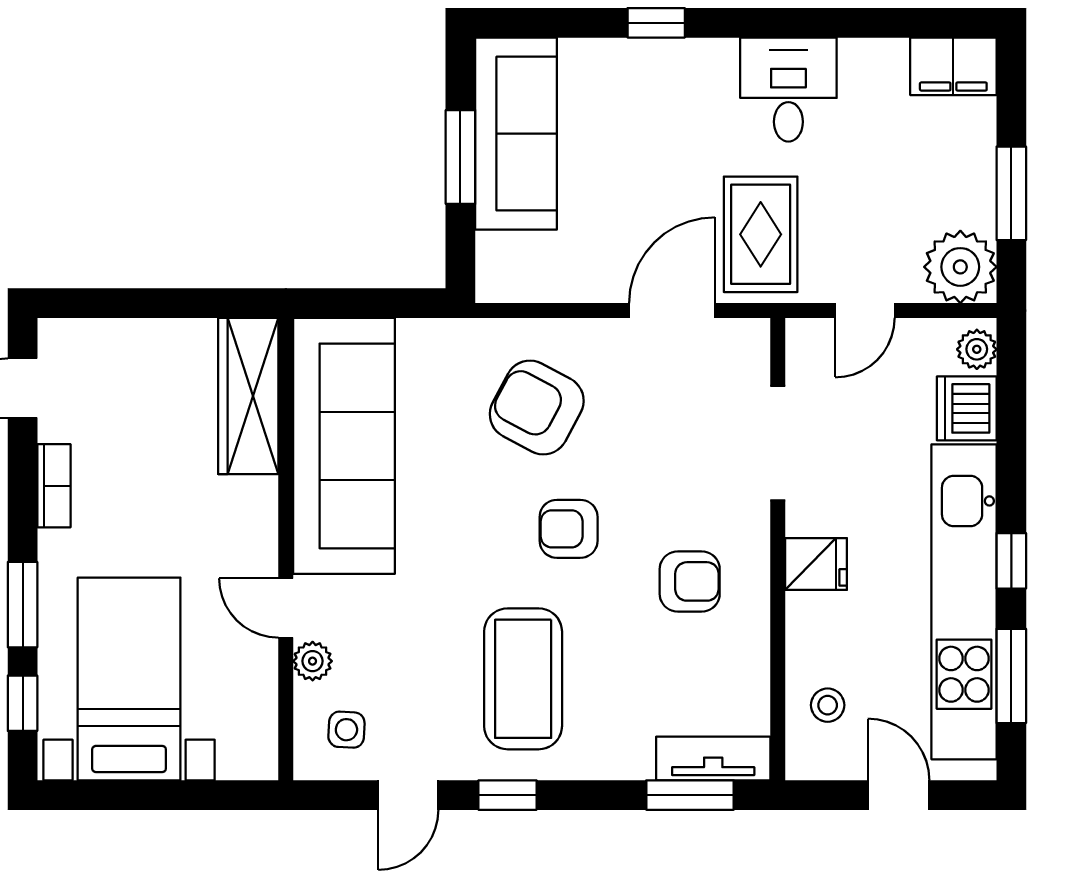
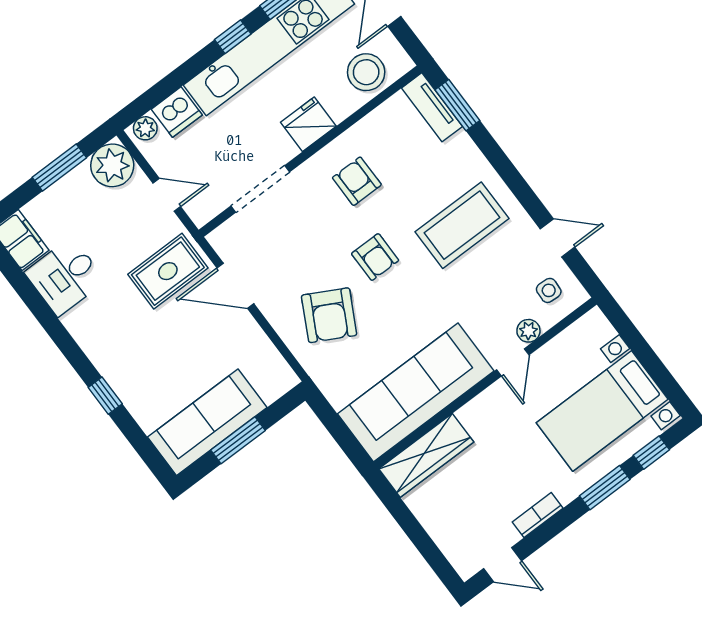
desk: (788, 90) -> (65, 277), moved
fridge: (816, 564) -> (308, 124), width x1.38
stool: (828, 705) -> (366, 72), width x1.89, depth x1.89
window: (508, 795) -> (522, 191), removed

